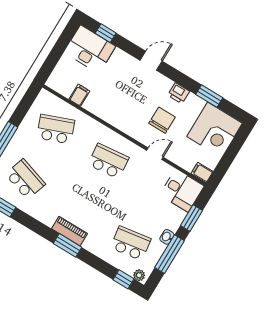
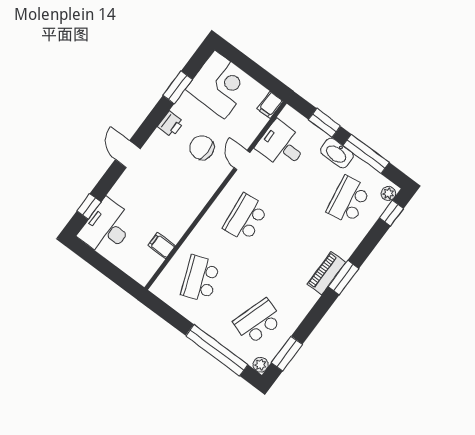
desk: (182, 190) -> (282, 145), moved, turned -90
washbasin: (167, 237) -> (337, 153), width x1.91, depth x1.45

